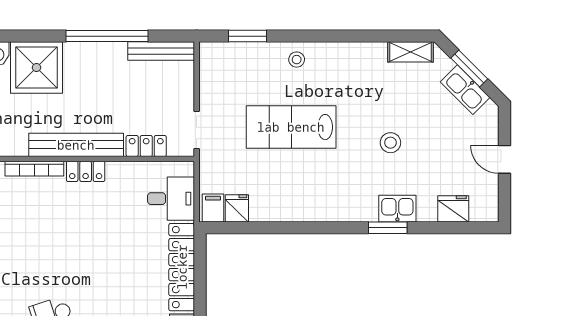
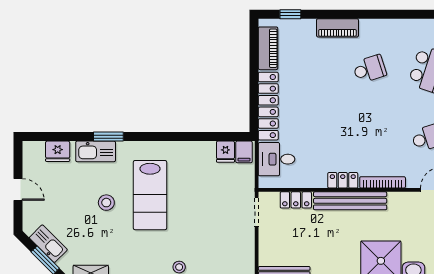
lab bench: (291, 127) -> (150, 195), moved, turned 90
kitchen sink: (397, 209) -> (96, 151), width x1.38

